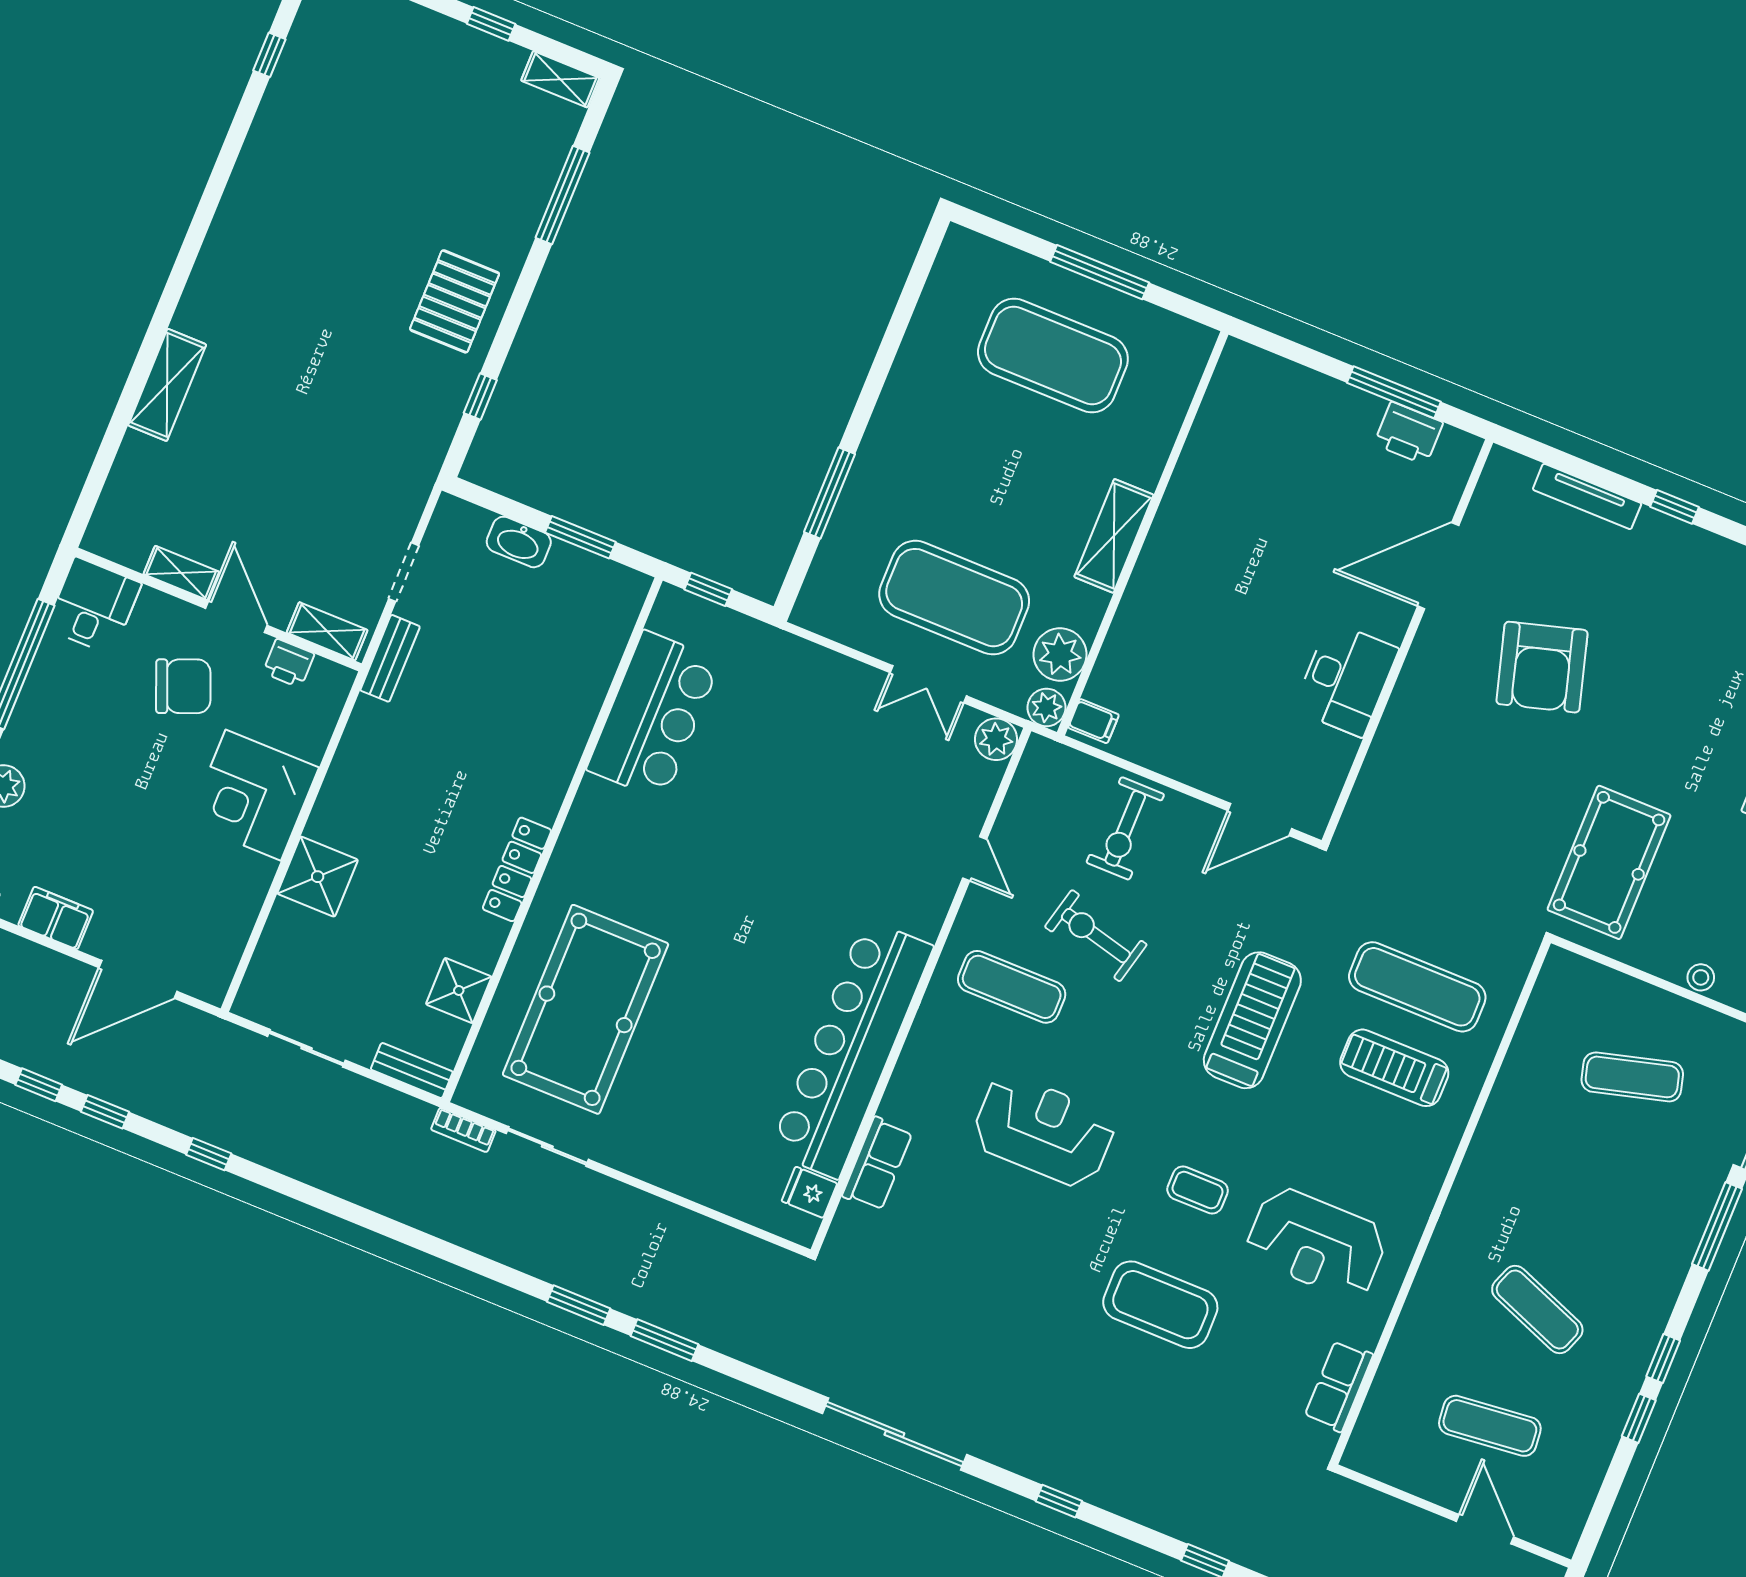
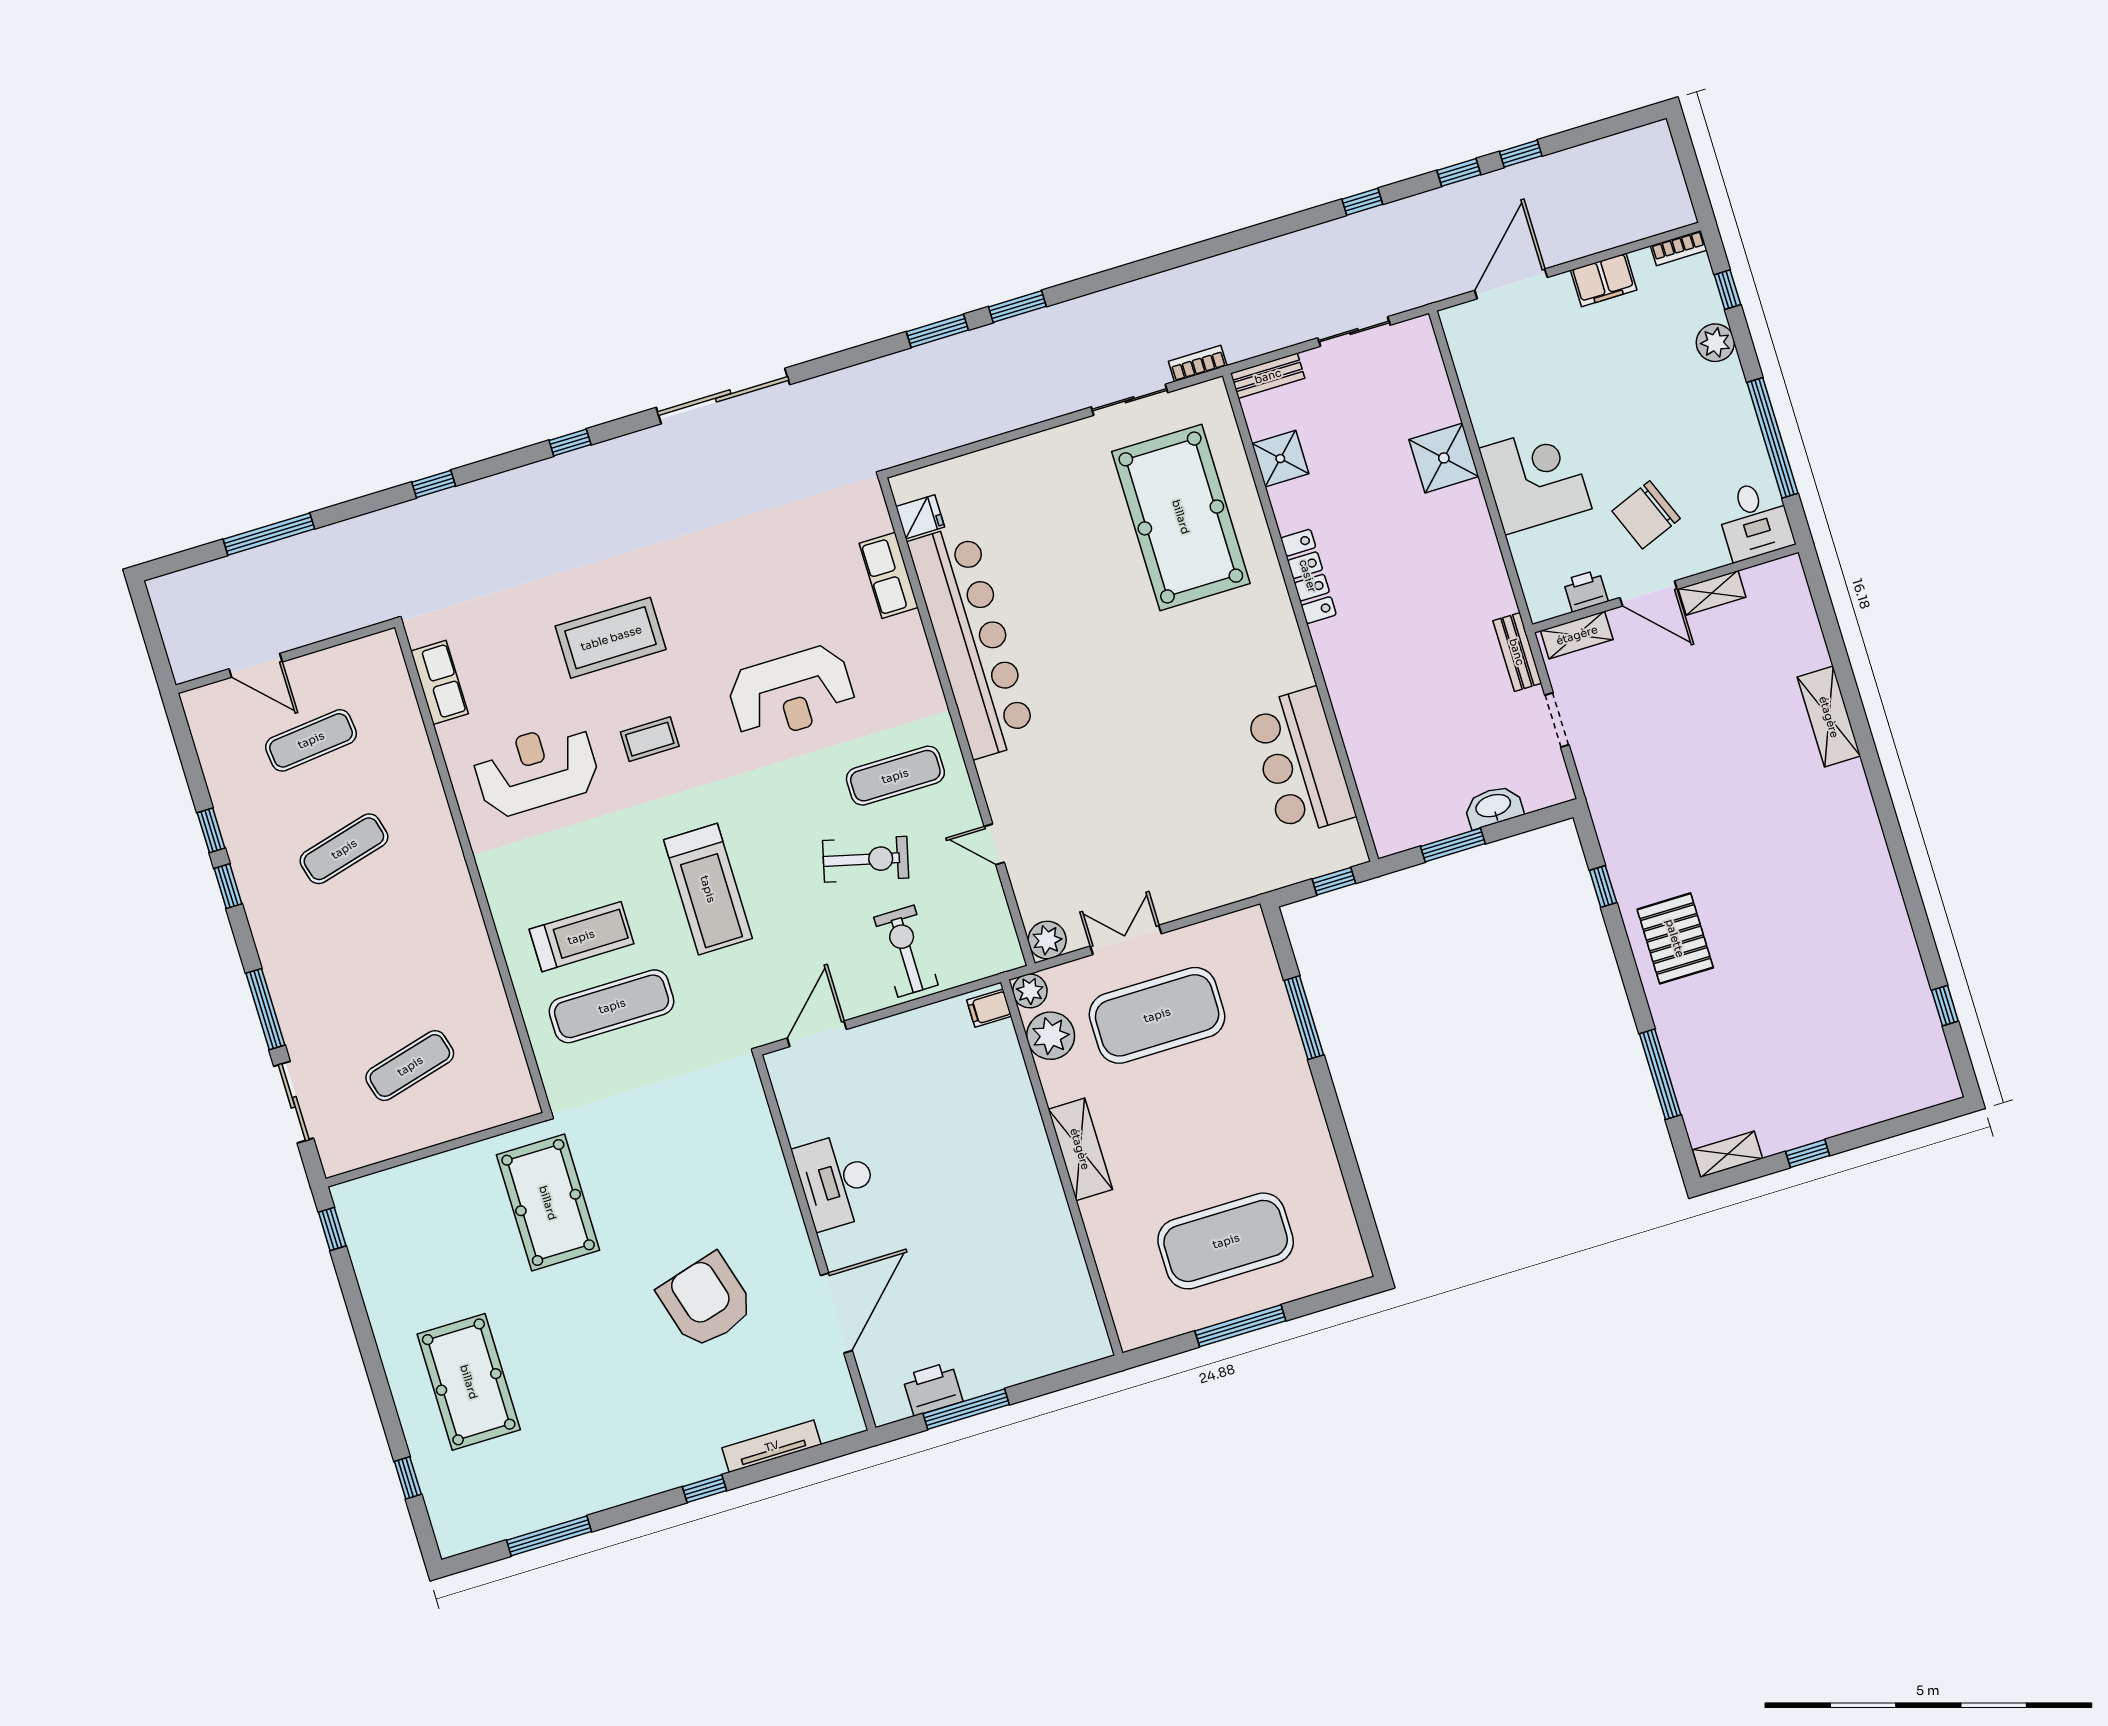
stool: (1701, 977) -> (418, 1174), removed
exercise mat: (1537, 1310) -> (344, 849), turned -36

